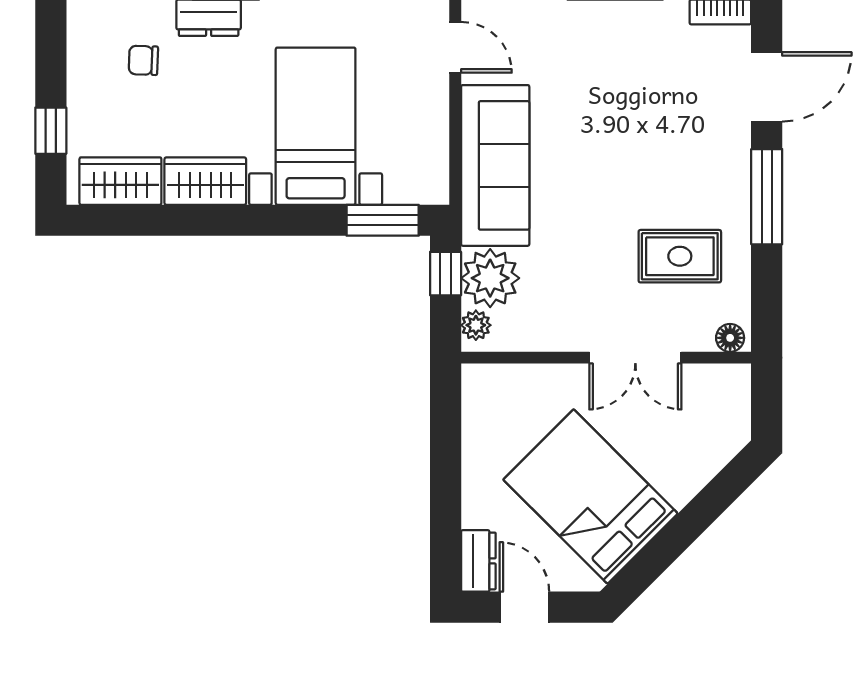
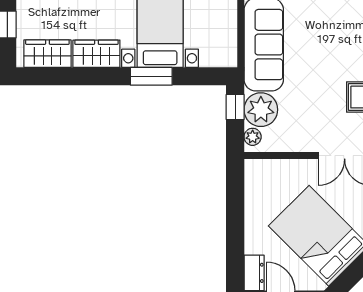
window: (383, 220) -> (151, 76), moved

